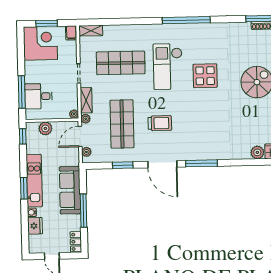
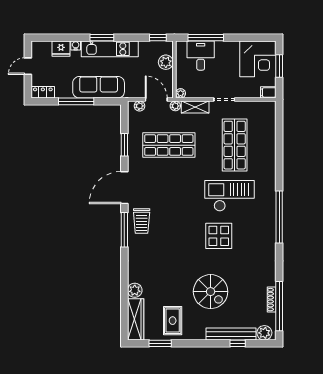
shelving: (91, 31) -> (270, 114), removed
trolley: (160, 123) -> (142, 221), moved

